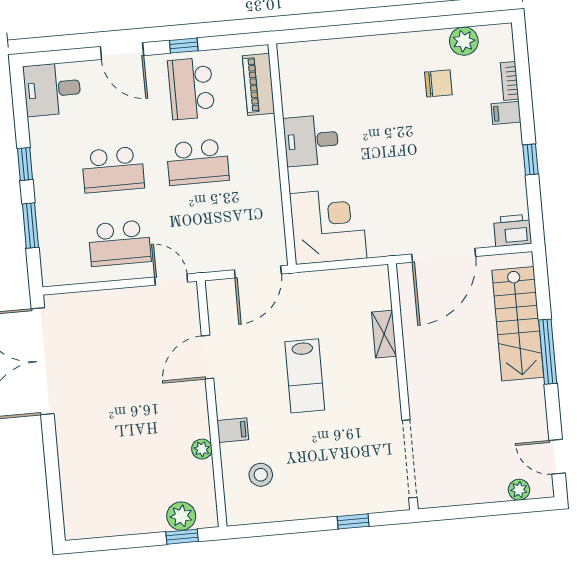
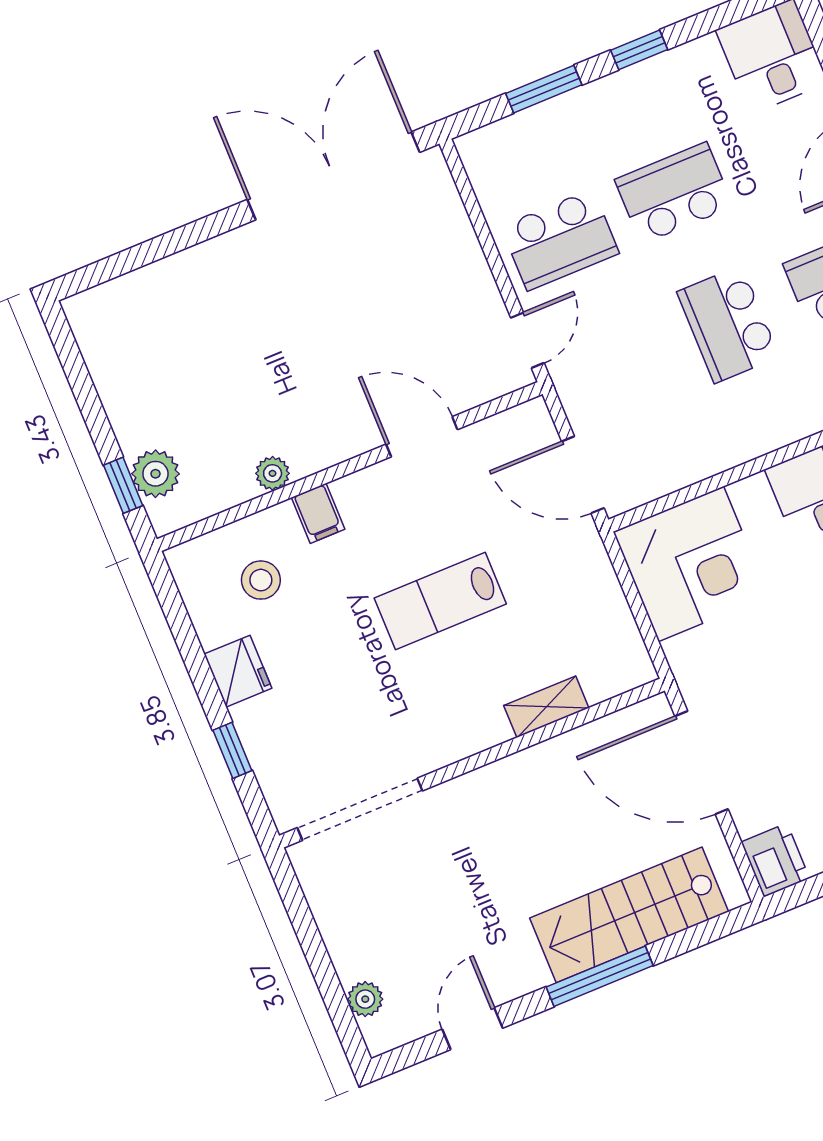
school desk: (113, 170) -> (674, 193), turned 90
school desk: (120, 243) -> (560, 240), turned -90
door: (557, 457) -> (472, 1029), moved
fridge: (309, 504) -> (238, 671), added

